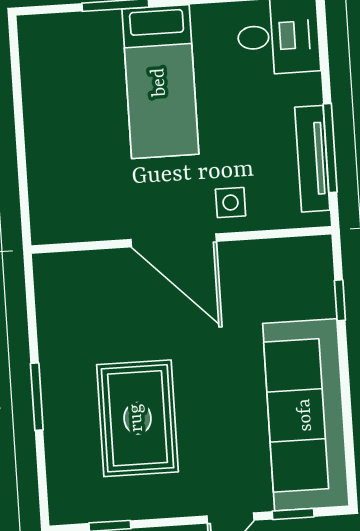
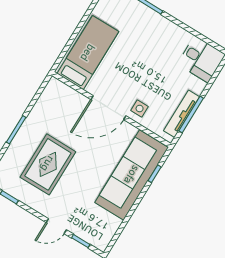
bed: (160, 82) -> (88, 53), moved, turned 180
door: (174, 240) -> (108, 108), hinge flipped
sofa: (306, 415) -> (132, 175), moved

